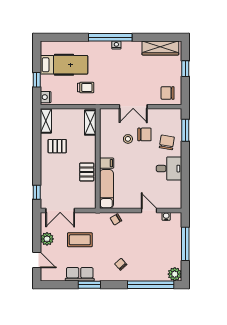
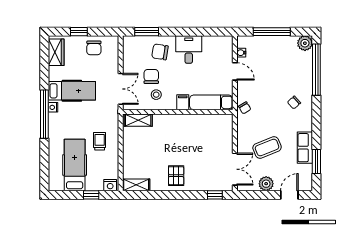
wardrobe: (160, 48) -> (56, 52), width x0.67
hospital bed: (131, 62) -> (72, 91), added
chair: (168, 93) -> (94, 48), moved
shelving: (90, 123) -> (138, 120), moved
pallet: (57, 146) -> (176, 176), moved
wall: (98, 159) -> (178, 112), moved
filing cabinet: (107, 163) -> (183, 102), moved
pallet: (87, 172) -> (193, 140), removed
exam couch: (106, 189) -> (211, 102), moved
door: (149, 210) -> (235, 71), swing flipped
coffee table: (80, 240) -> (267, 148), turned 68
window: (89, 285) -> (316, 162), moved

